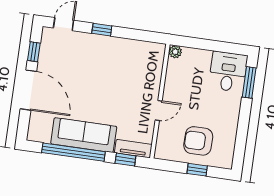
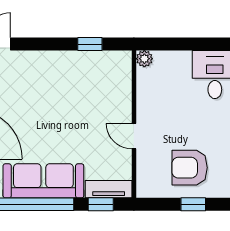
window: (102, 30) -> (90, 44), moved
door: (159, 110) -> (134, 136), swing flipped

